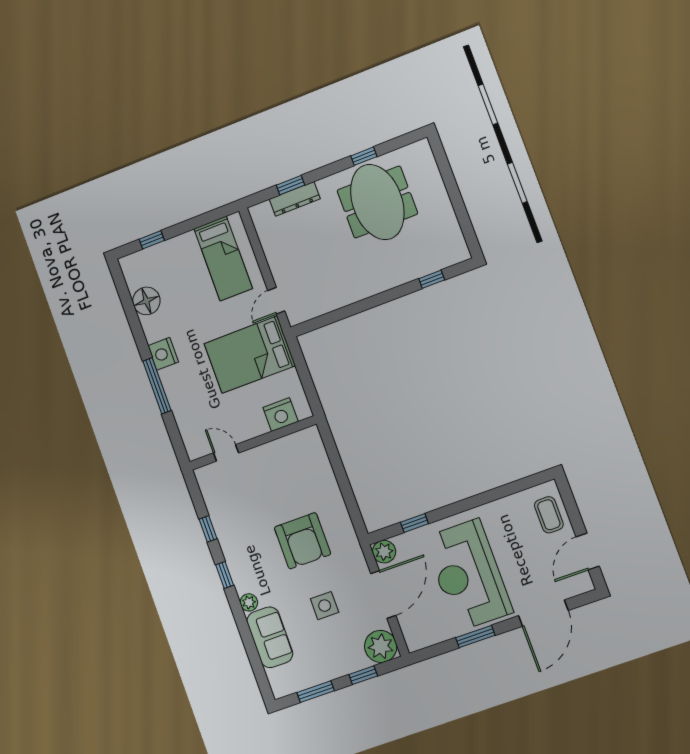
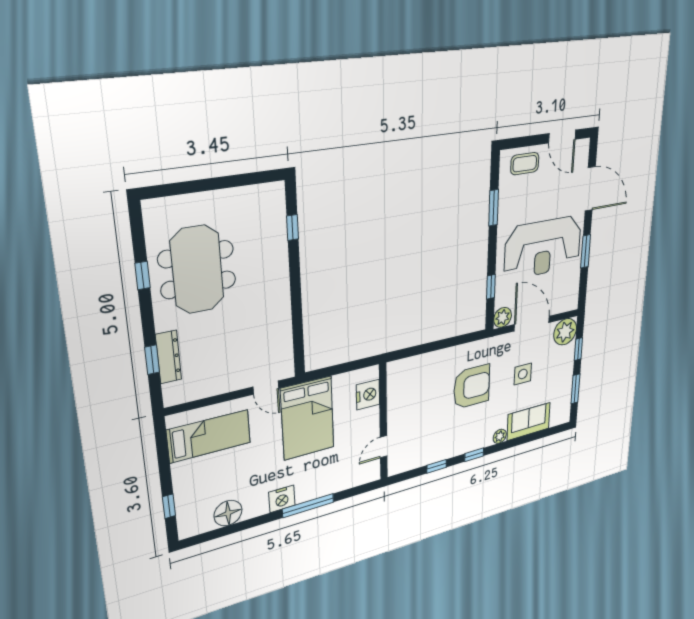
meeting table: (377, 202) -> (197, 270), turned 90
window: (496, 494) -> (494, 208), added

